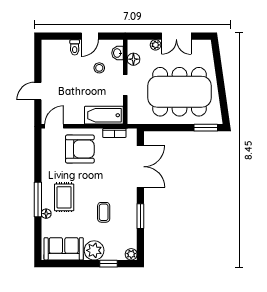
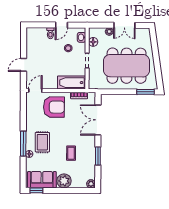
double door: (140, 167) -> (98, 120), swing flipped
window: (108, 264) -> (36, 190), moved

